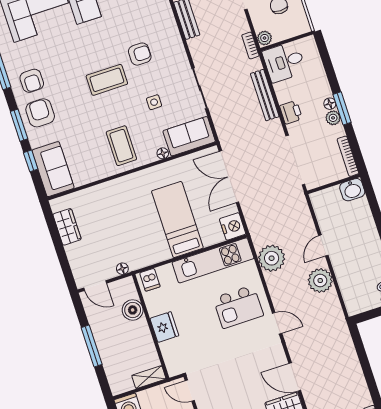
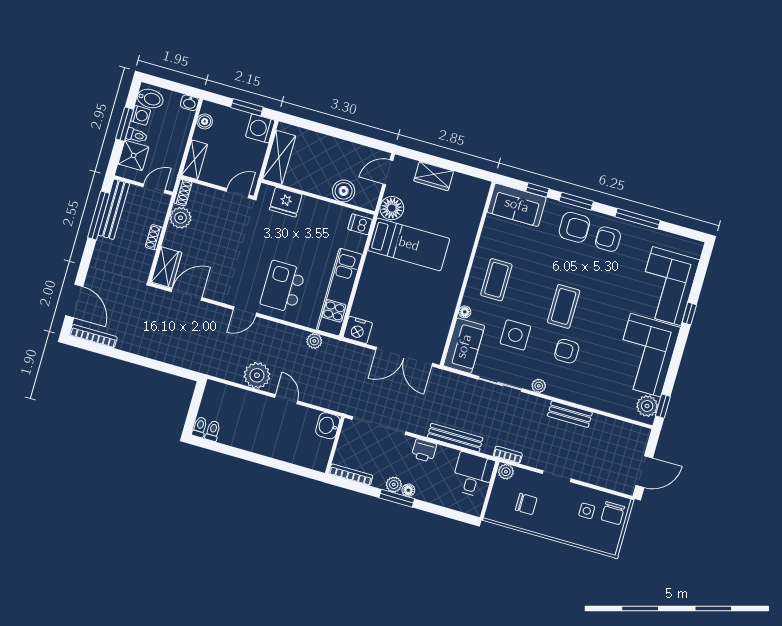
armchair: (140, 54) -> (567, 351), turned 90
plant: (181, 58) -> (539, 386), added
side table: (154, 102) -> (515, 335), width x1.87, depth x1.87
coffee table: (121, 146) -> (496, 280), turned 90
double door: (229, 177) -> (404, 357), swing flipped
washbasin: (352, 190) -> (328, 426), moved
bed: (177, 219) -> (409, 244), moved
wardrobe: (67, 227) -> (434, 176), moved
plant: (272, 258) -> (314, 341), width x0.53, depth x0.53
floor lamp: (122, 269) -> (392, 208), width x1.89, depth x1.89
fridge: (164, 327) -> (286, 202), moved
window: (92, 346) -> (336, 133), removed
shelving: (149, 377) -> (279, 157), width x1.50, depth x1.33

